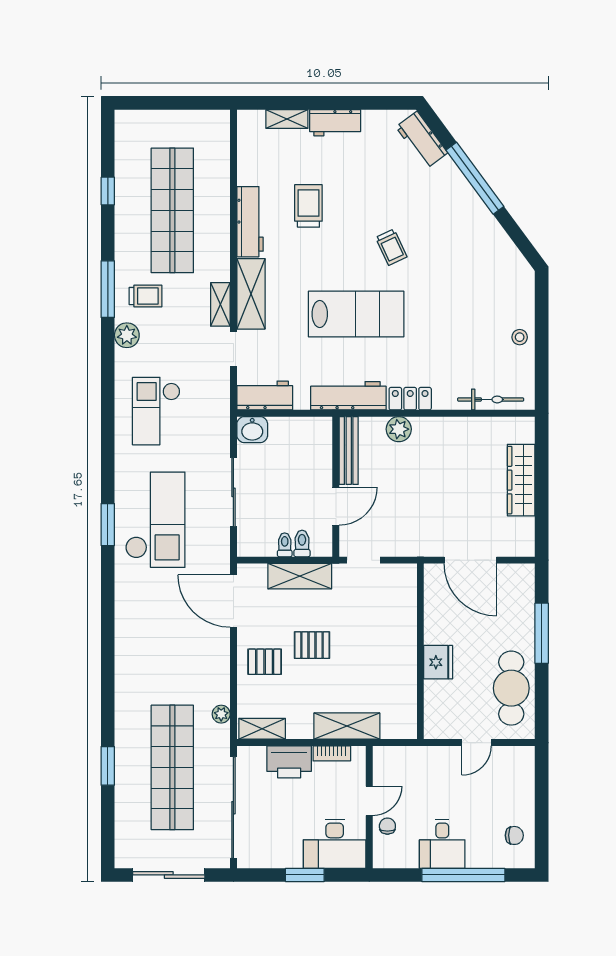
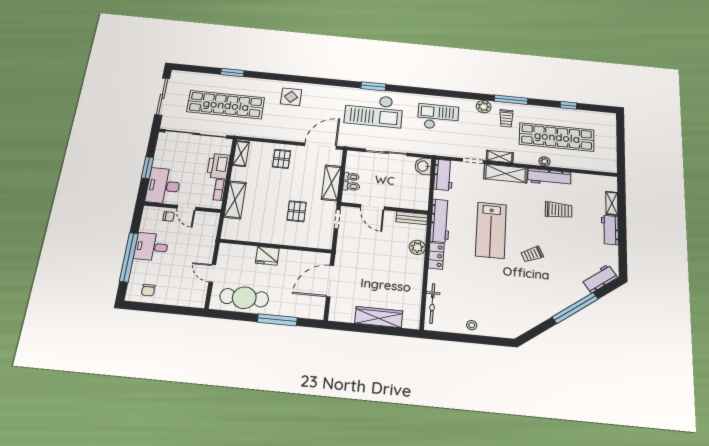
bench: (349, 451) -> (412, 218), width x0.73
pallet: (312, 645) -> (297, 211), moved
display table: (145, 661) -> (291, 97), added
plant: (221, 714) -> (544, 161), moved

